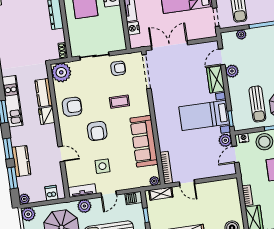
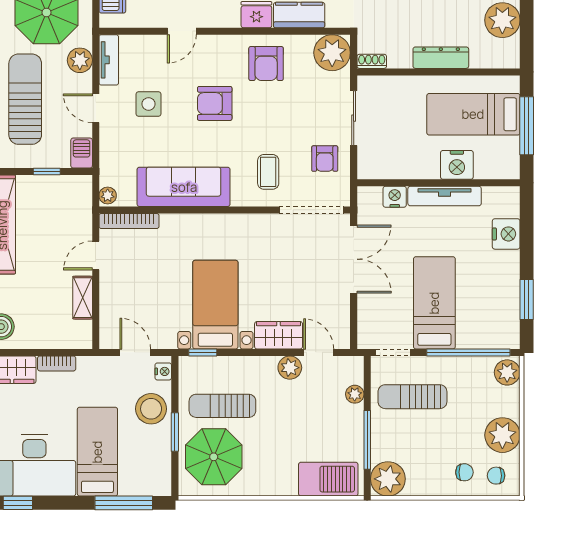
coffee table: (119, 102) -> (268, 172), moved
plant: (225, 140) -> (164, 337), removed
shelving: (161, 194) -> (83, 298), moved

